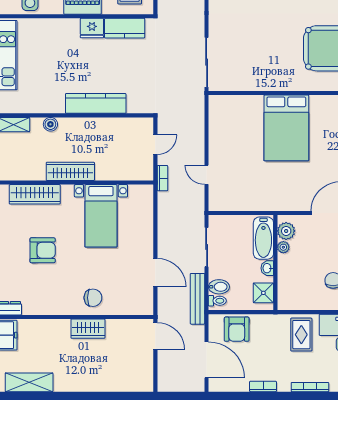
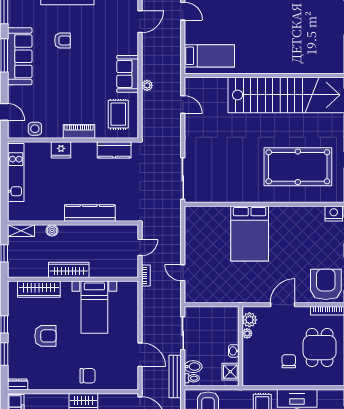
fridge: (92, 28) -> (61, 150), moved
bathtub: (263, 238) -> (230, 326), removed

